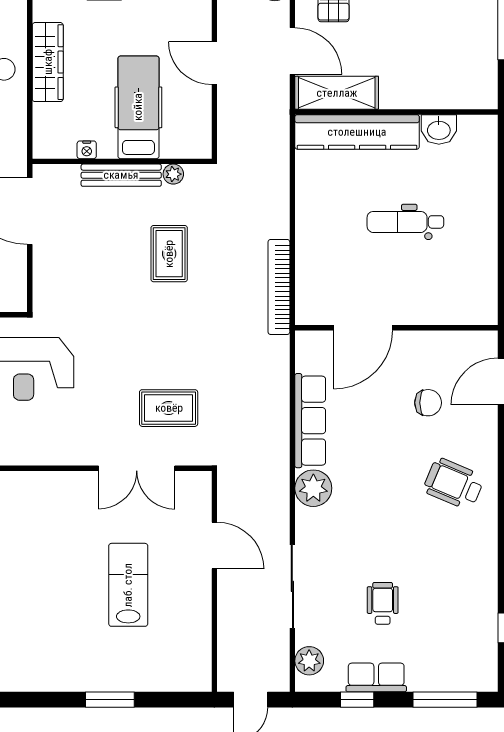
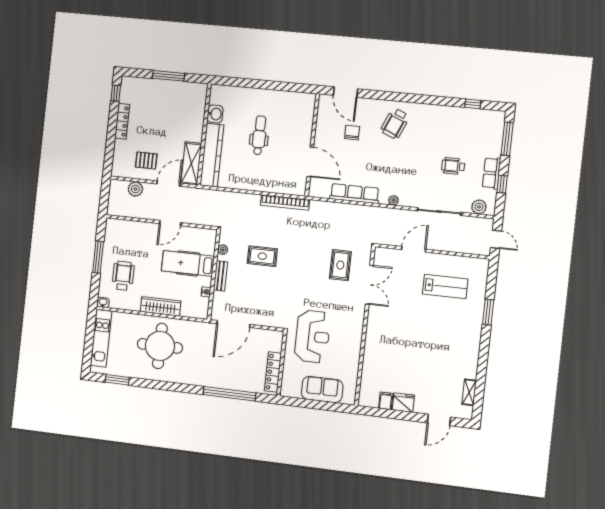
bench: (121, 175) -> (220, 276), width x0.73
dental chair: (405, 222) -> (259, 135), turned 180
plant: (313, 488) -> (393, 200), width x0.53, depth x0.53
lab bench: (128, 585) -> (445, 287), moved, turned 180

